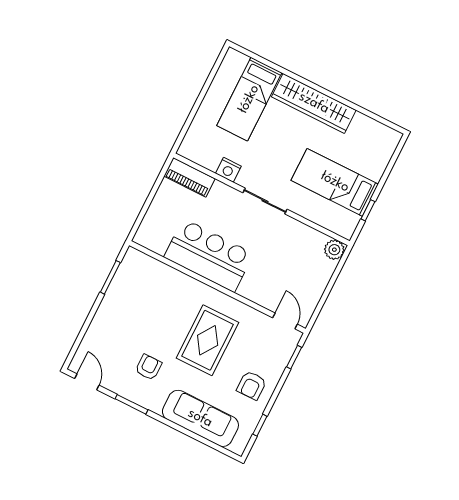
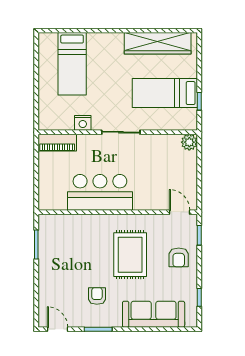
wardrobe: (314, 103) -> (158, 43), moved
armchair: (252, 385) -> (179, 257), moved

